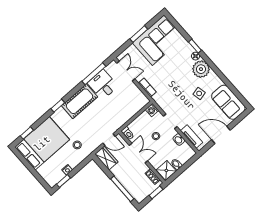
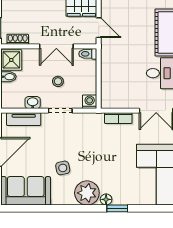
door: (109, 140) -> (99, 28), swing flipped

